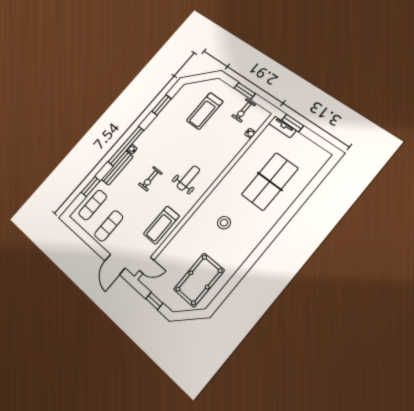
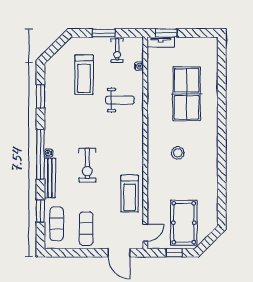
weight bench: (188, 178) -> (120, 100), moved, turned 90
exercise bike: (150, 179) -> (87, 165), width x1.38, depth x1.39
pool table: (199, 280) -> (184, 223), moved

